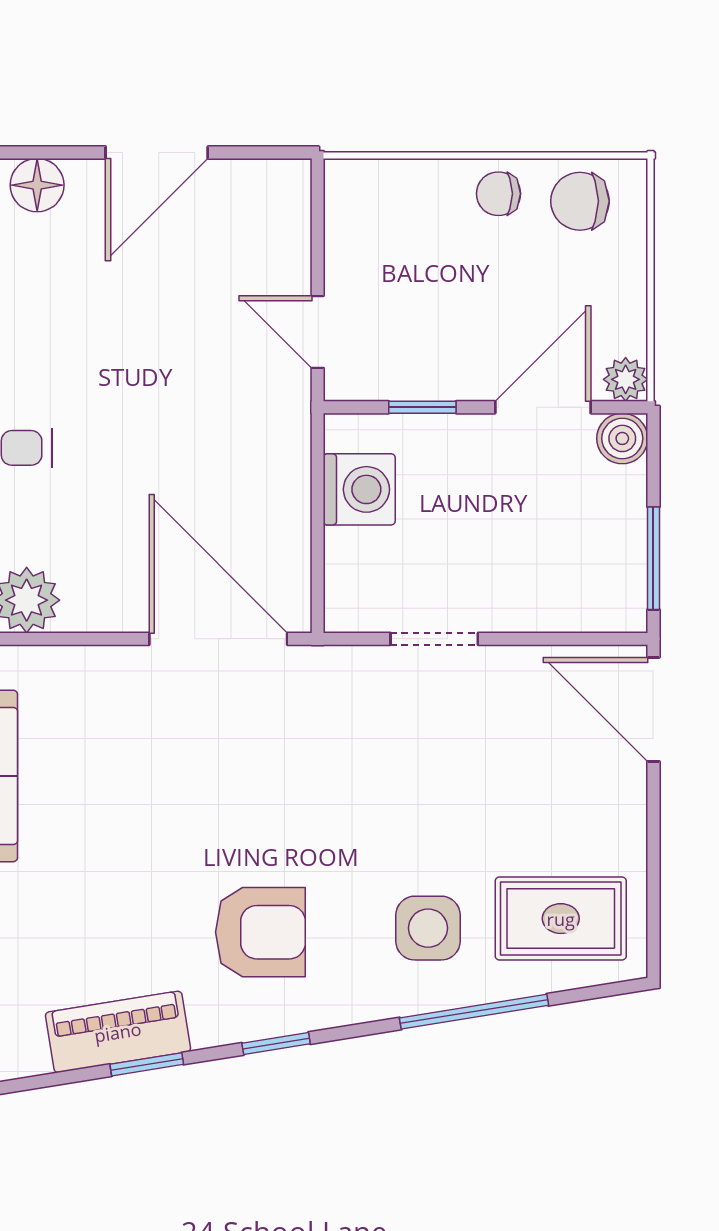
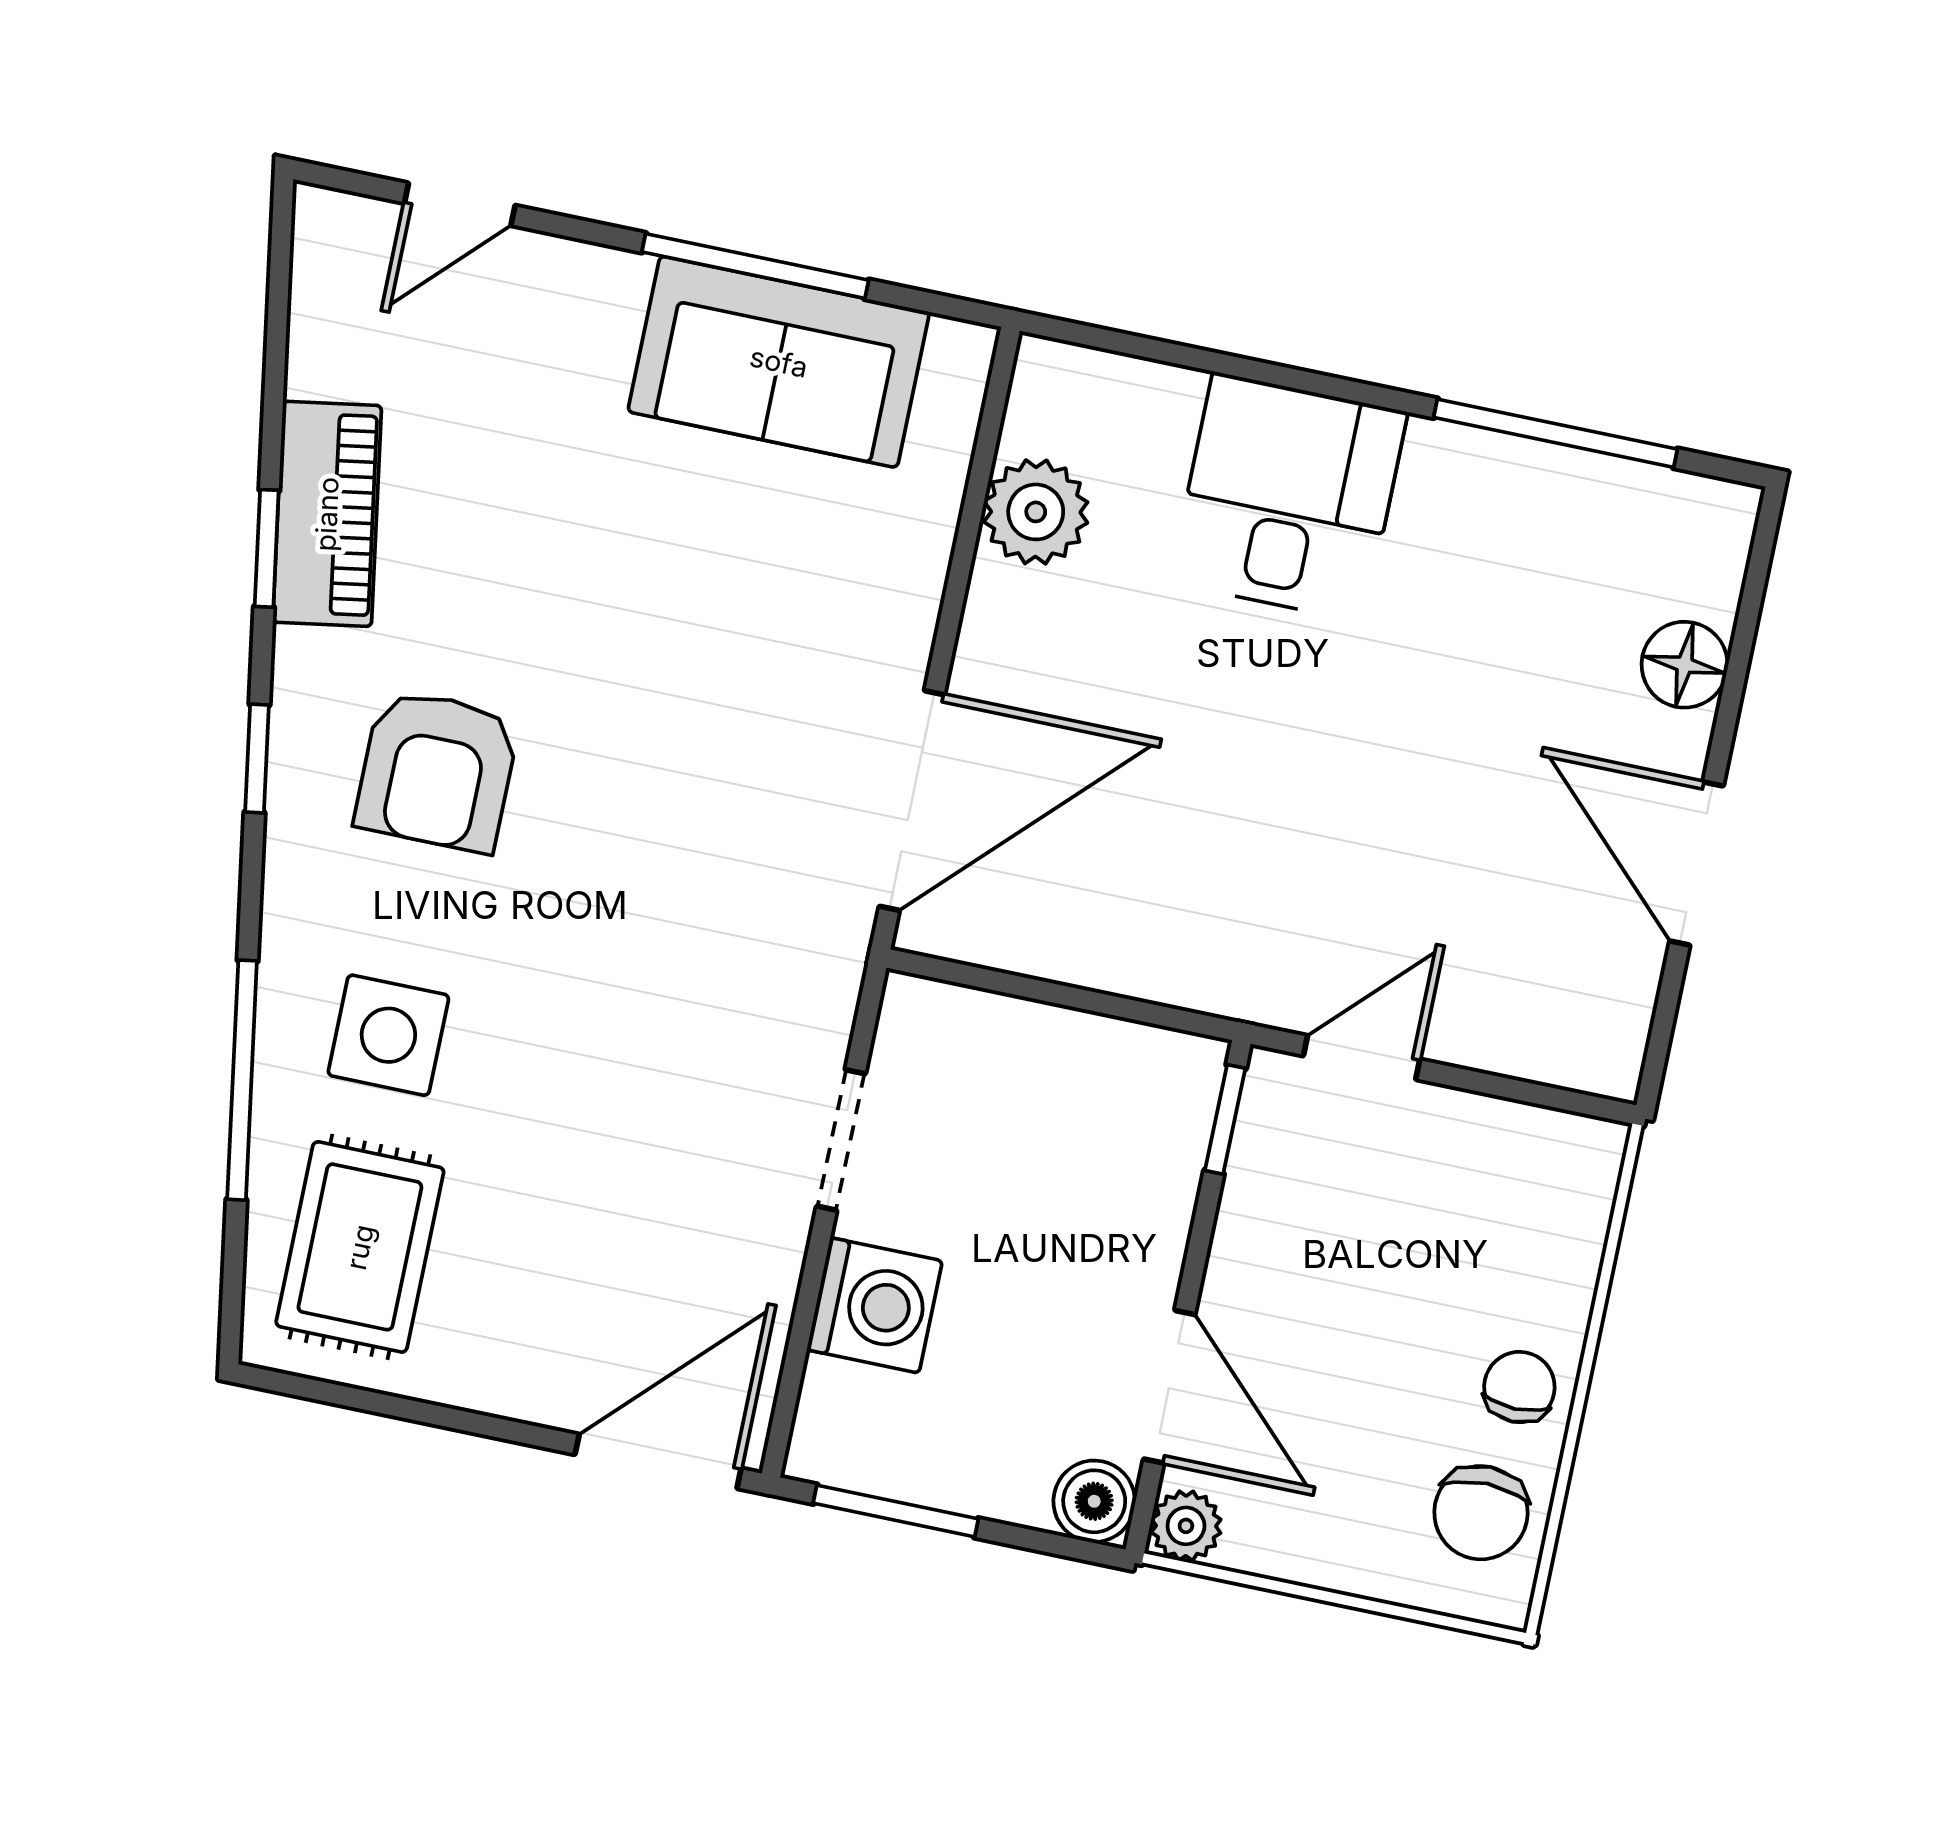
chair: (580, 201) -> (1481, 1513), turned 180
window: (422, 407) -> (1225, 1119), moved
washing machine: (359, 489) -> (875, 1305), moved, turned -90

